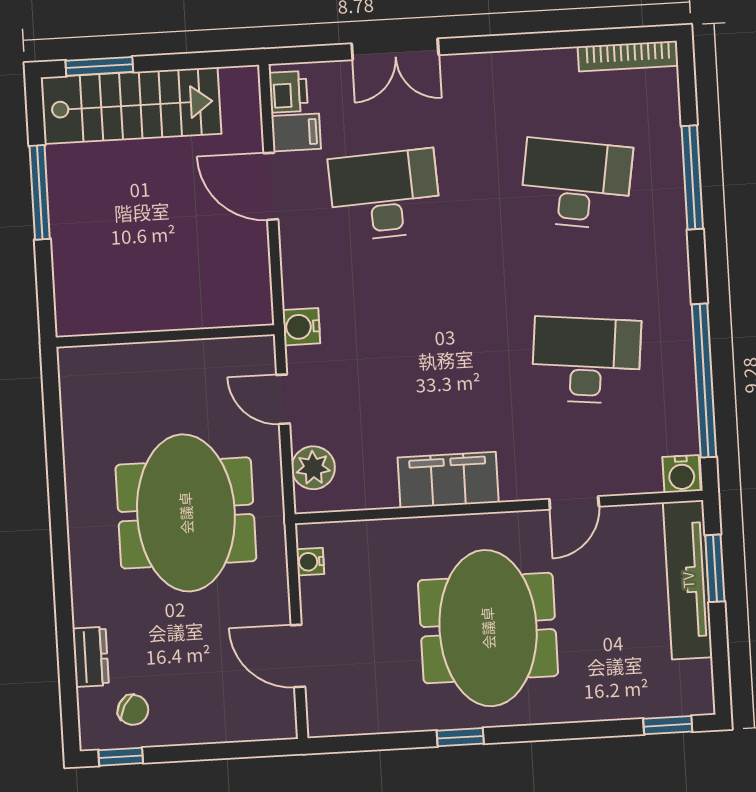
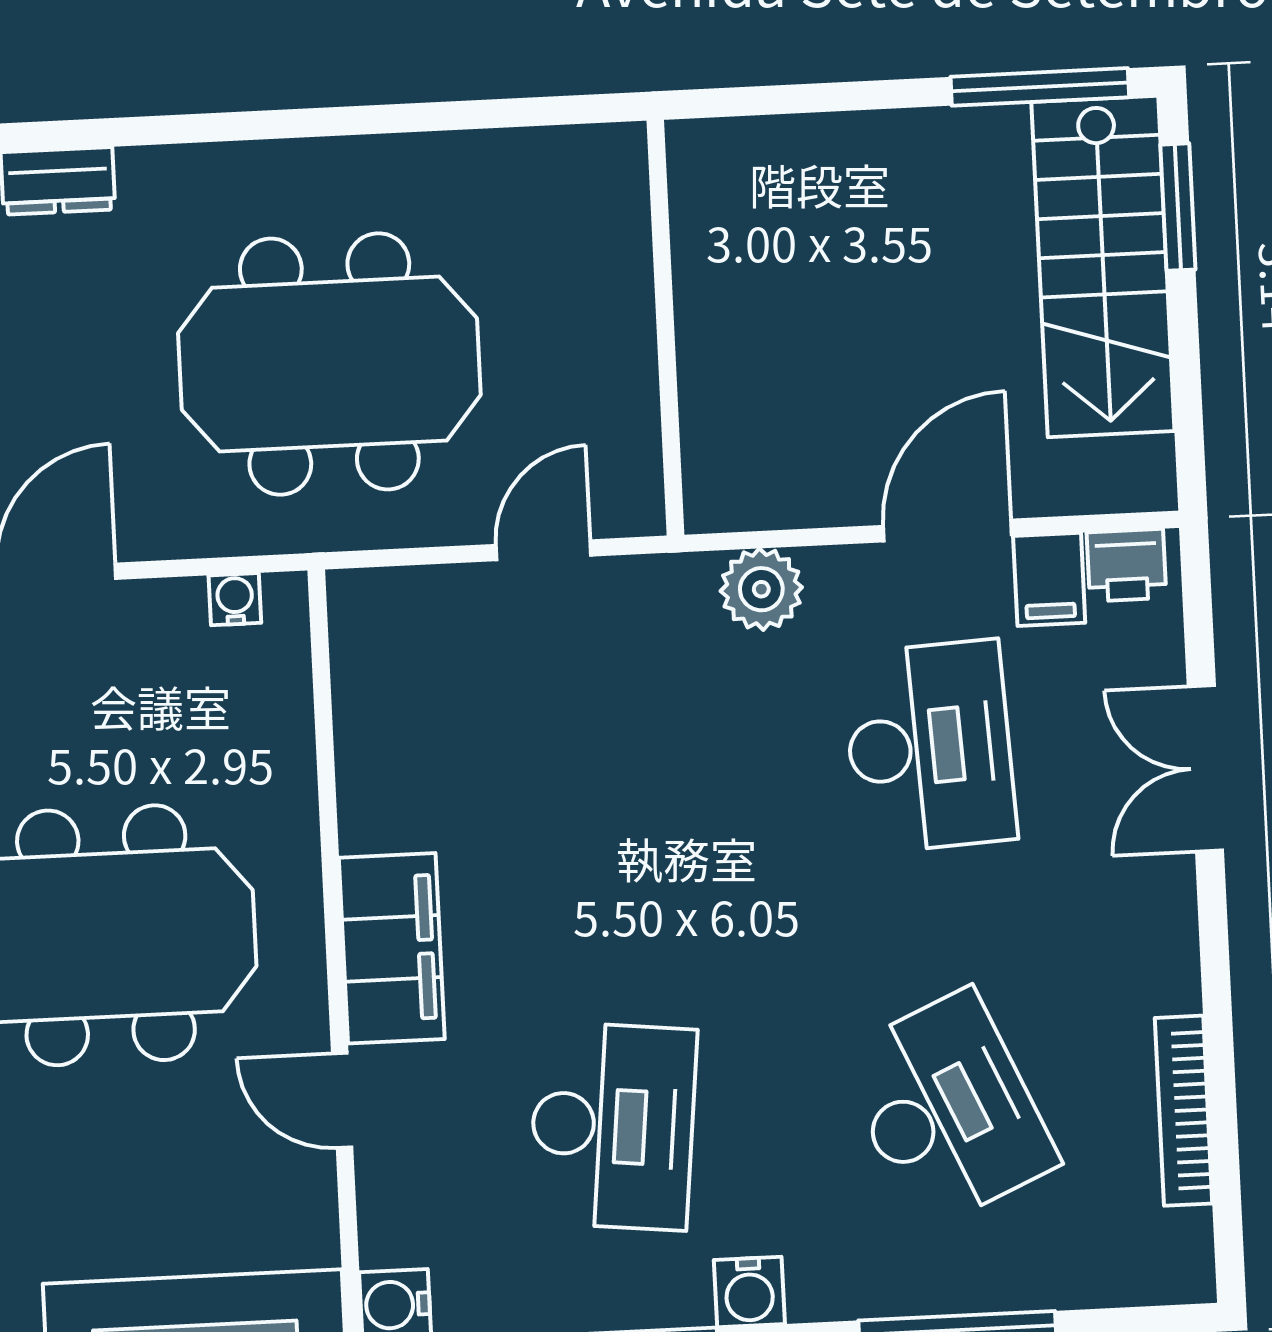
bookcase: (628, 56) -> (1184, 1111), moved
desk: (576, 184) -> (947, 1110), turned -33
window: (40, 192) -> (1040, 87), moved
water cooler: (301, 327) -> (749, 1292), moved, turned 180
plant: (313, 468) -> (761, 589), moved
filing cabinet: (448, 480) -> (392, 948), moved

